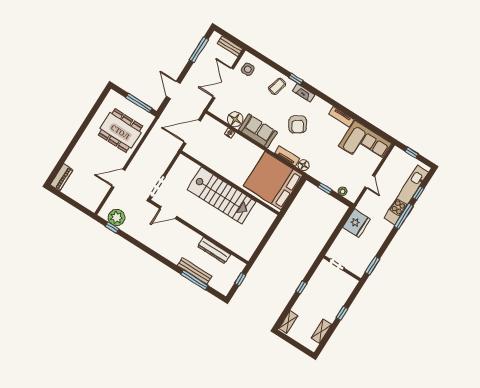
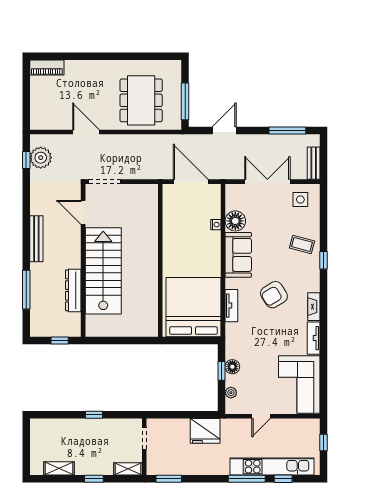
fireplace: (304, 93) -> (314, 307), moved
floor lamp: (303, 165) -> (232, 367), moved
stairs: (222, 195) -> (103, 271), moved, turned 180
bench: (195, 271) -> (36, 239), moved
shelving: (288, 322) -> (128, 469), moved

